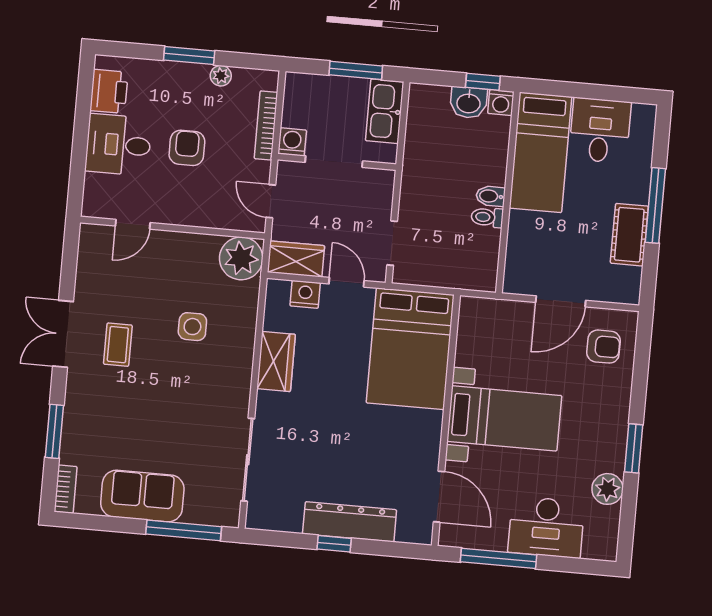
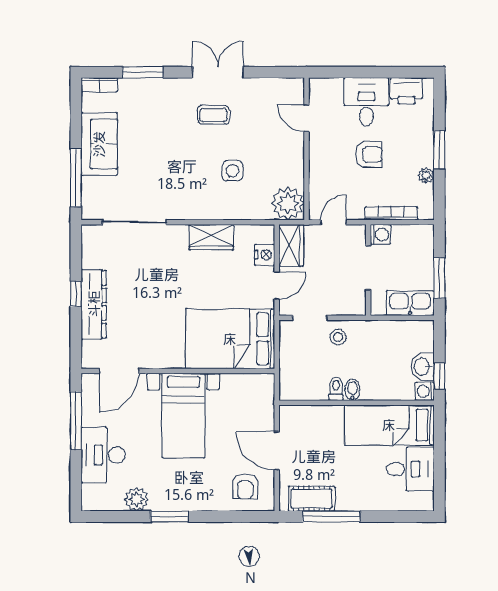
window: (655, 205) -> (331, 517), moved
stool: (421, 209) -> (338, 337), added
cot: (629, 235) -> (312, 499), moved

